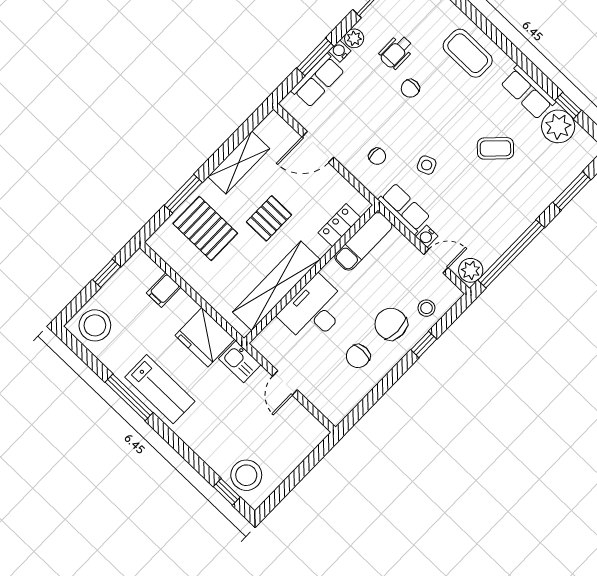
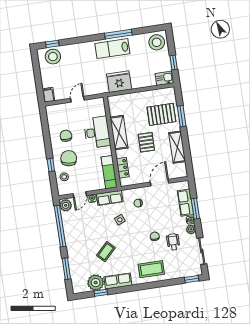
shelving: (276, 286) -> (119, 133), width x0.68
filing cabinet: (164, 290) -> (48, 95), moved
chair: (391, 324) -> (69, 158), turned -81
kitchen sink: (240, 362) -> (164, 78), moved
door: (285, 383) -> (77, 99), hinge flipped

